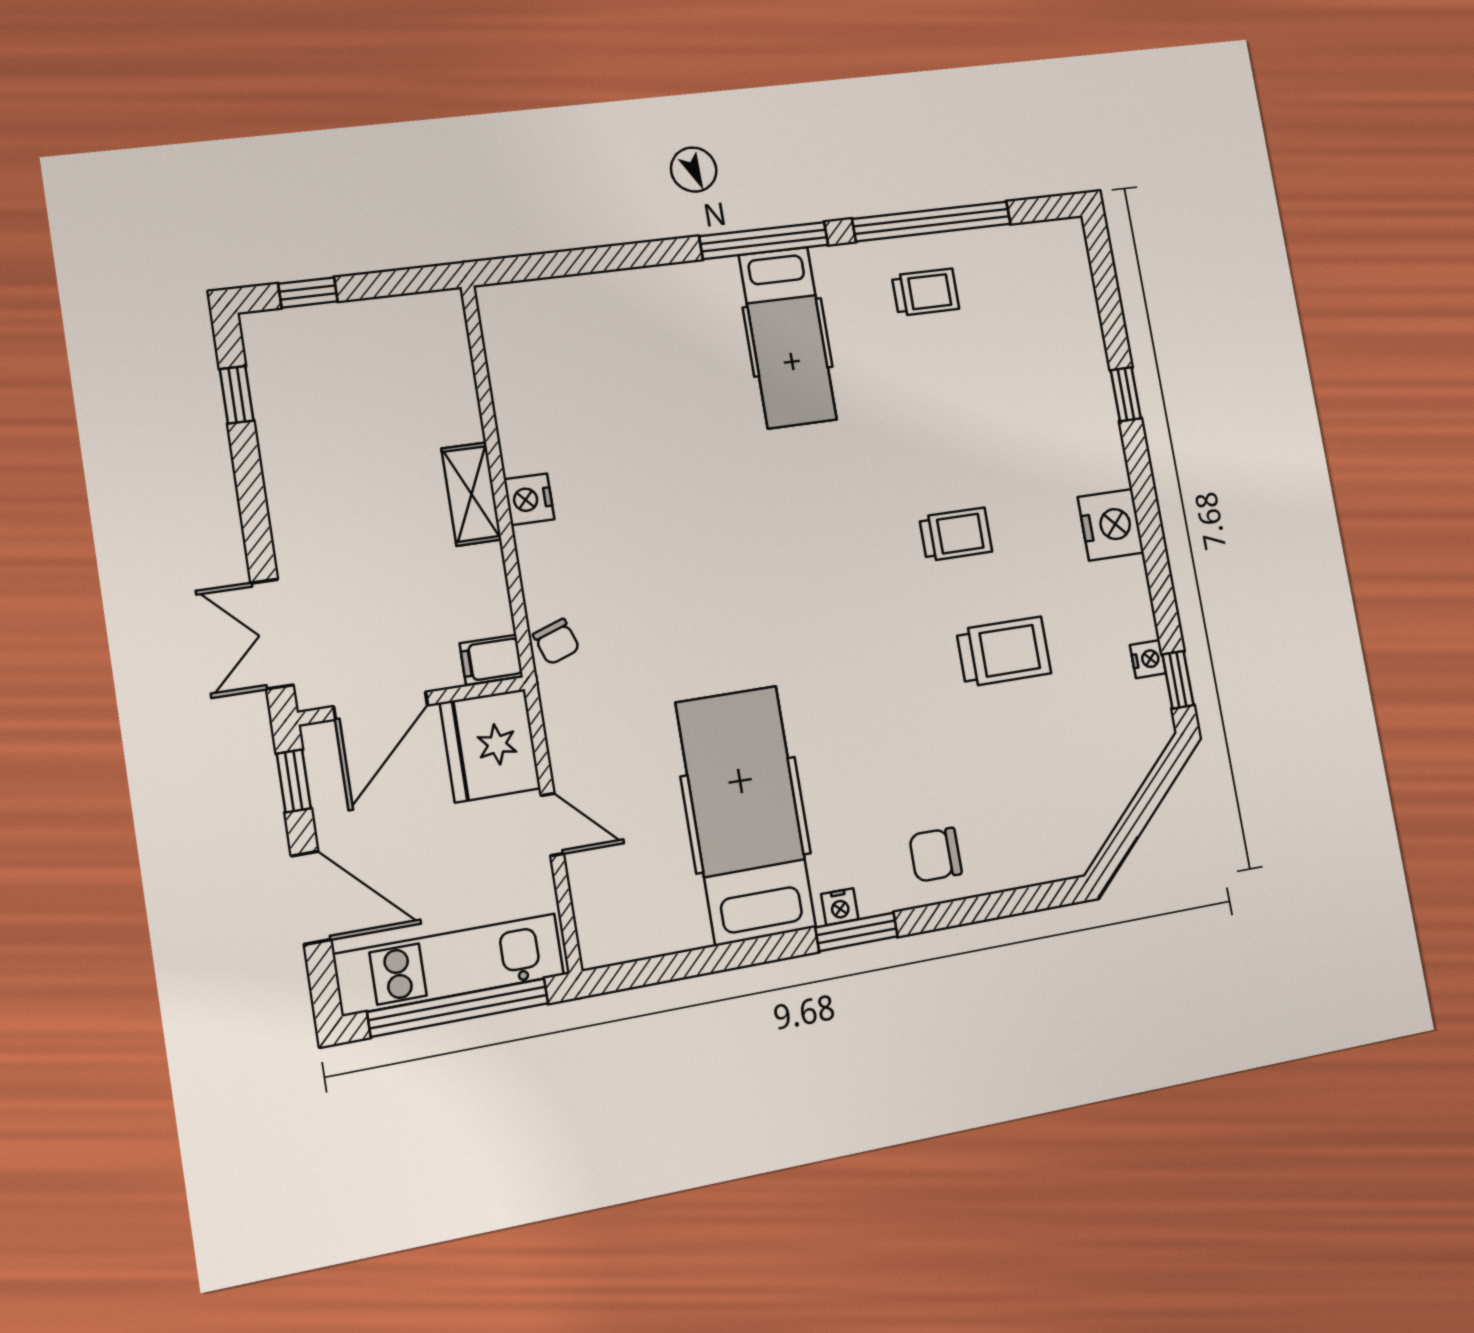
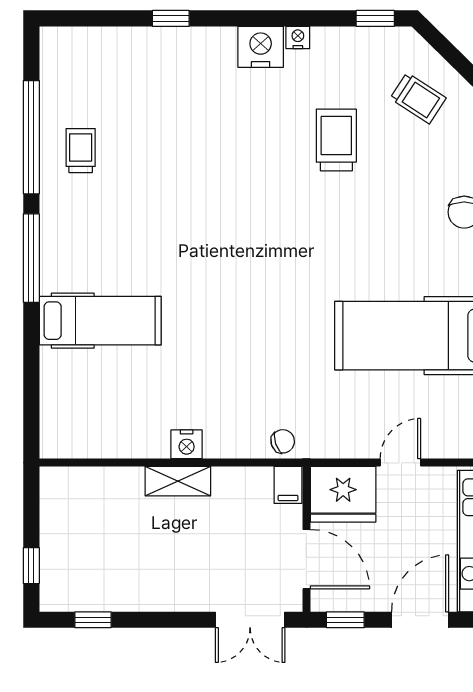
hospital bed: (788, 337) -> (100, 321), moved
trolley: (956, 534) -> (418, 98), moved, turned 123
nightstand: (1148, 659) -> (298, 38), moved

